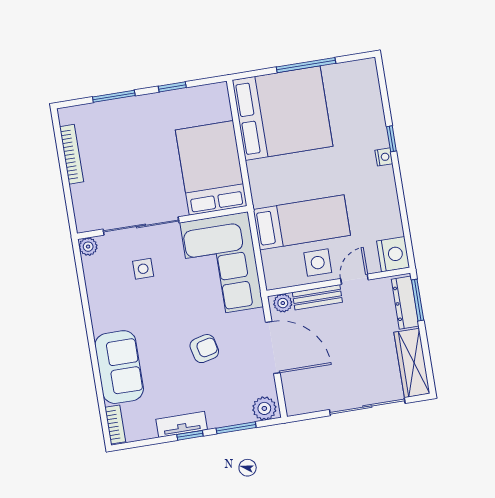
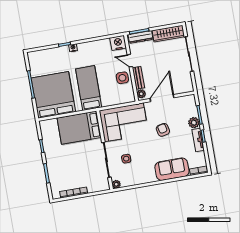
bed: (302, 222) -> (89, 88), moved
plant: (264, 408) -> (194, 123), moved

